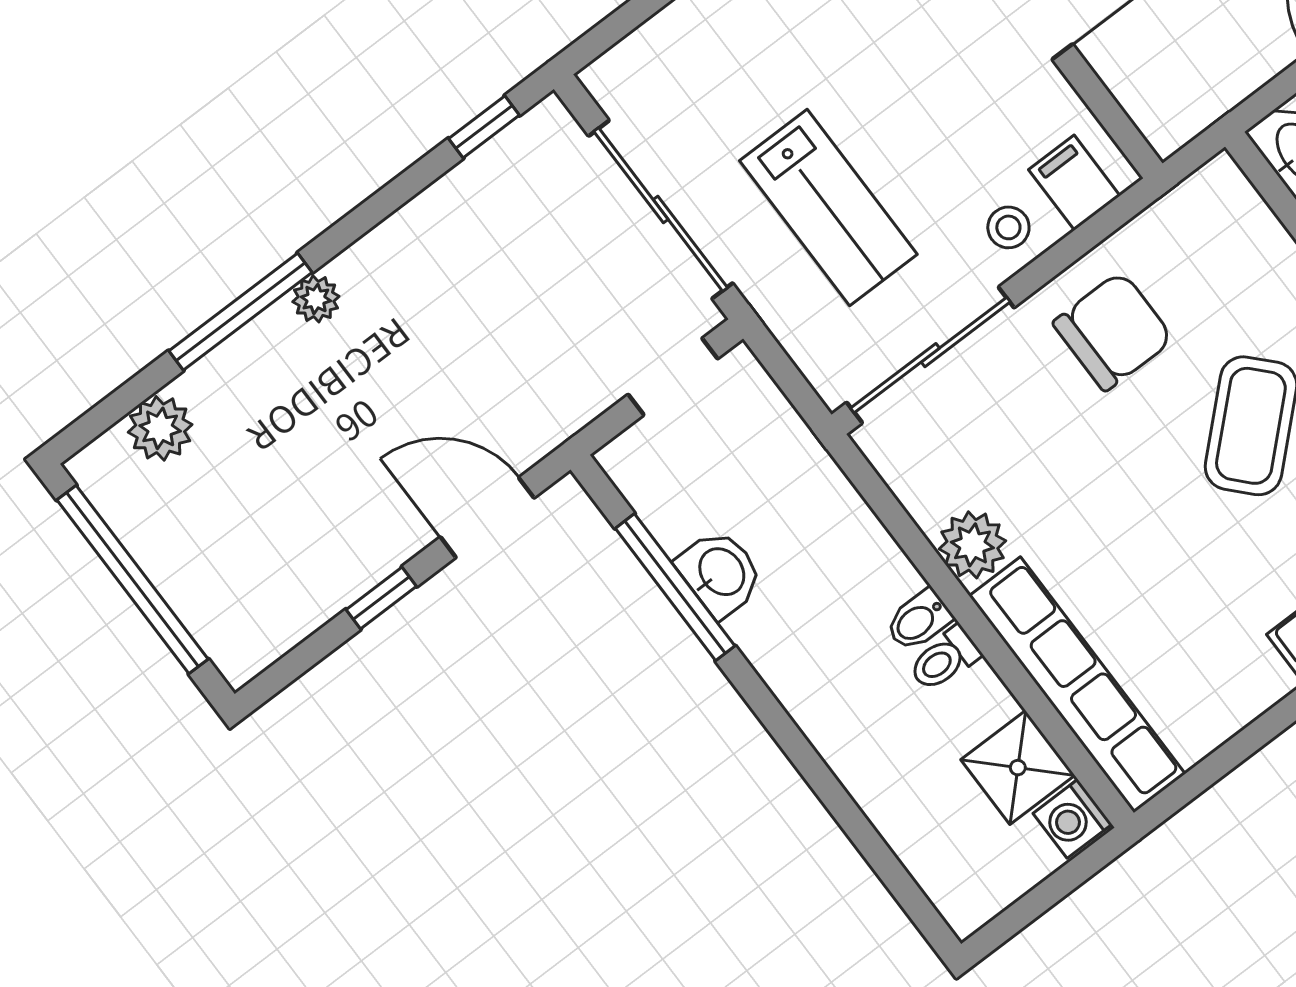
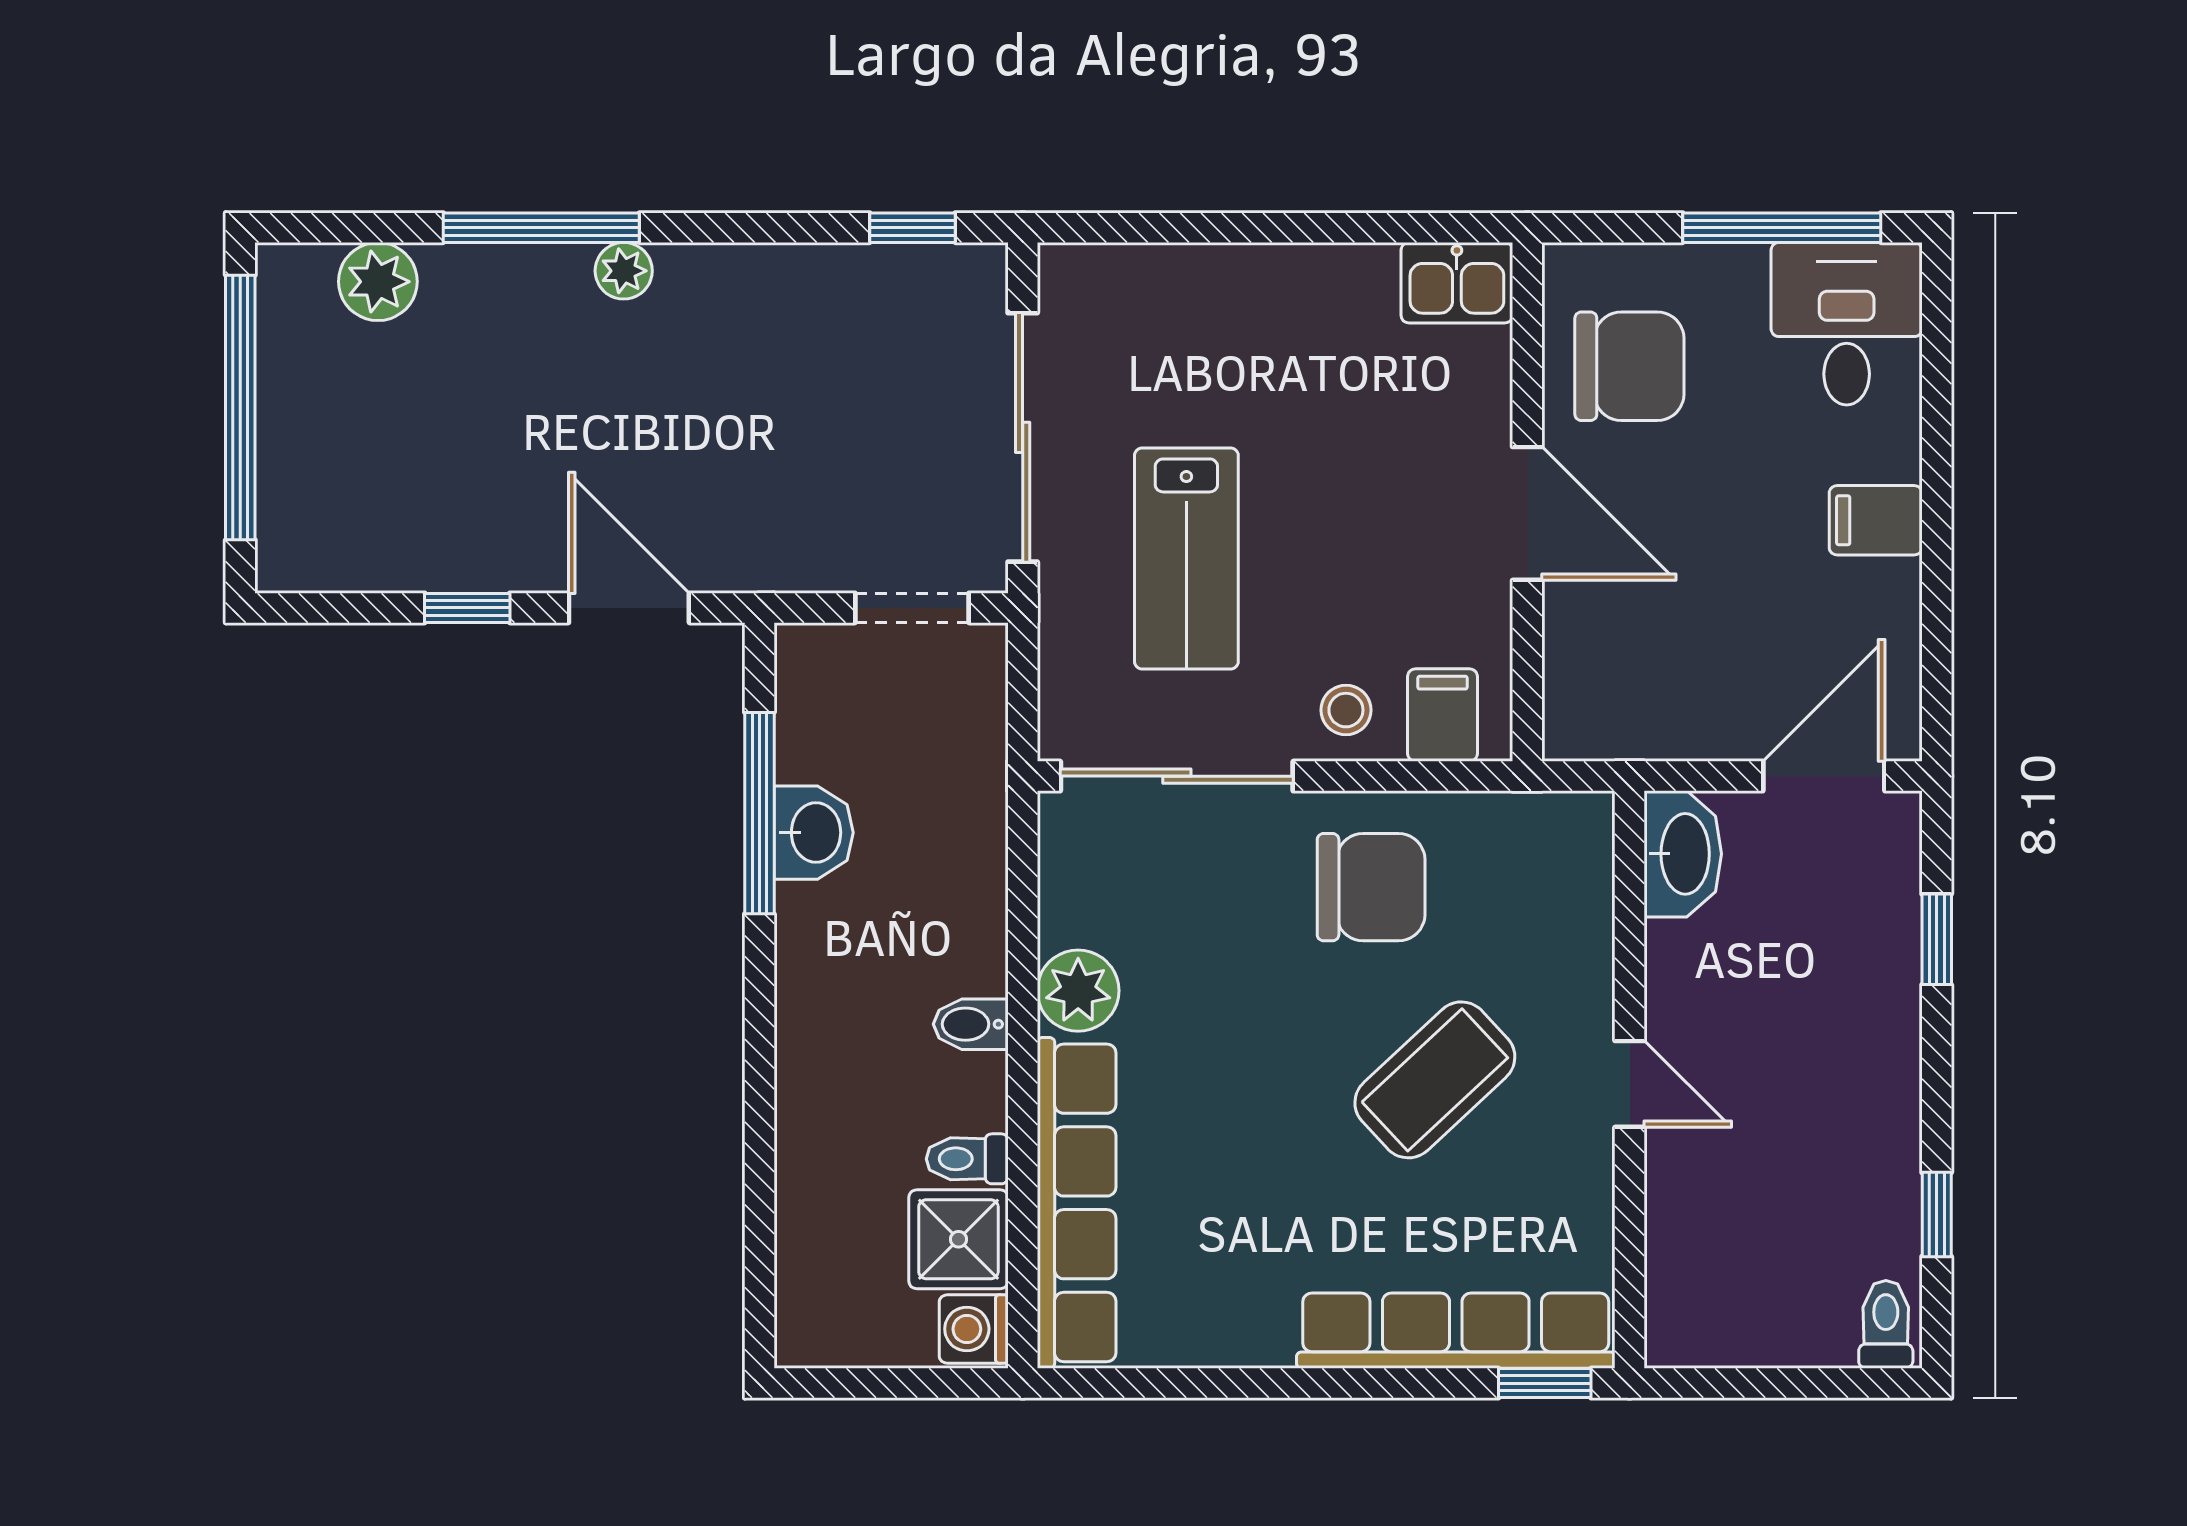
toilet: (944, 659) -> (967, 1159), moved

